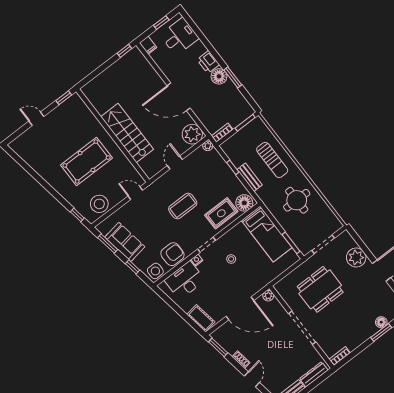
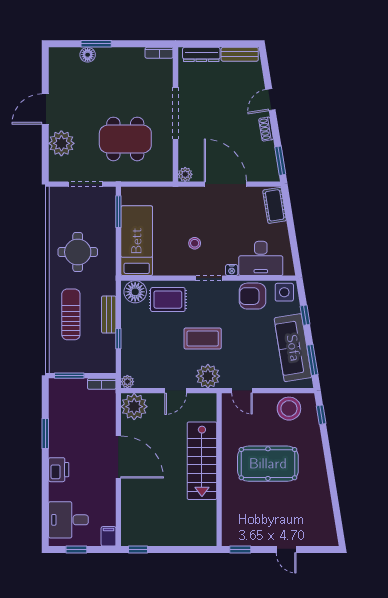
floor lamp: (219, 76) -> (59, 446), removed
plant: (162, 186) -> (208, 376), added
sofa: (125, 242) -> (293, 348), width x1.36

